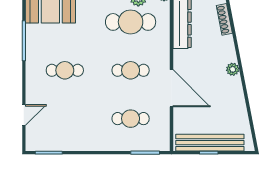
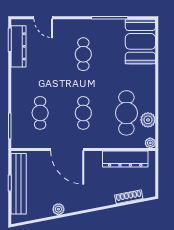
plant: (233, 69) -> (58, 209), moved
door: (171, 88) -> (67, 150), hinge flipped
dresser: (56, 143) -> (18, 46), added

